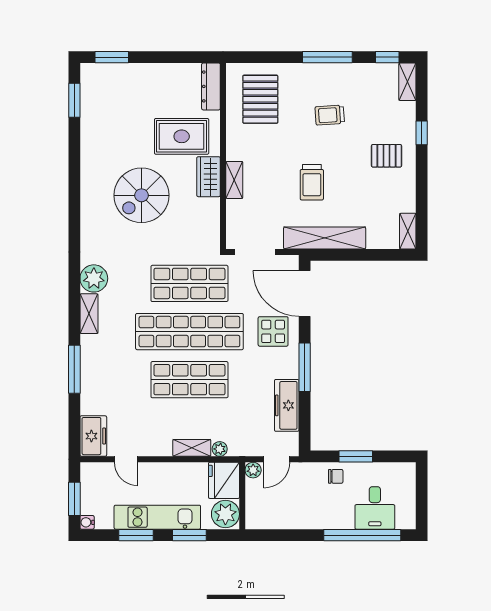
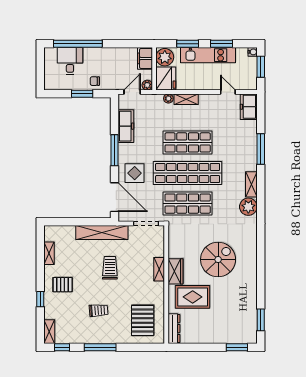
shelving: (408, 231) -> (49, 253), moved
filing cabinet: (257, 512) -> (145, 58), added

